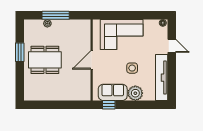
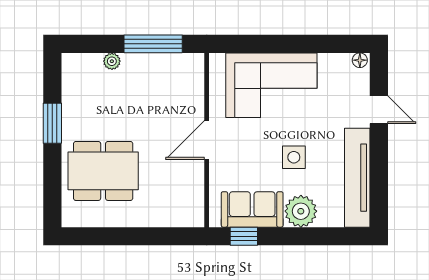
window: (56, 15) -> (153, 44), moved
dining table: (45, 60) -> (103, 171), moved

